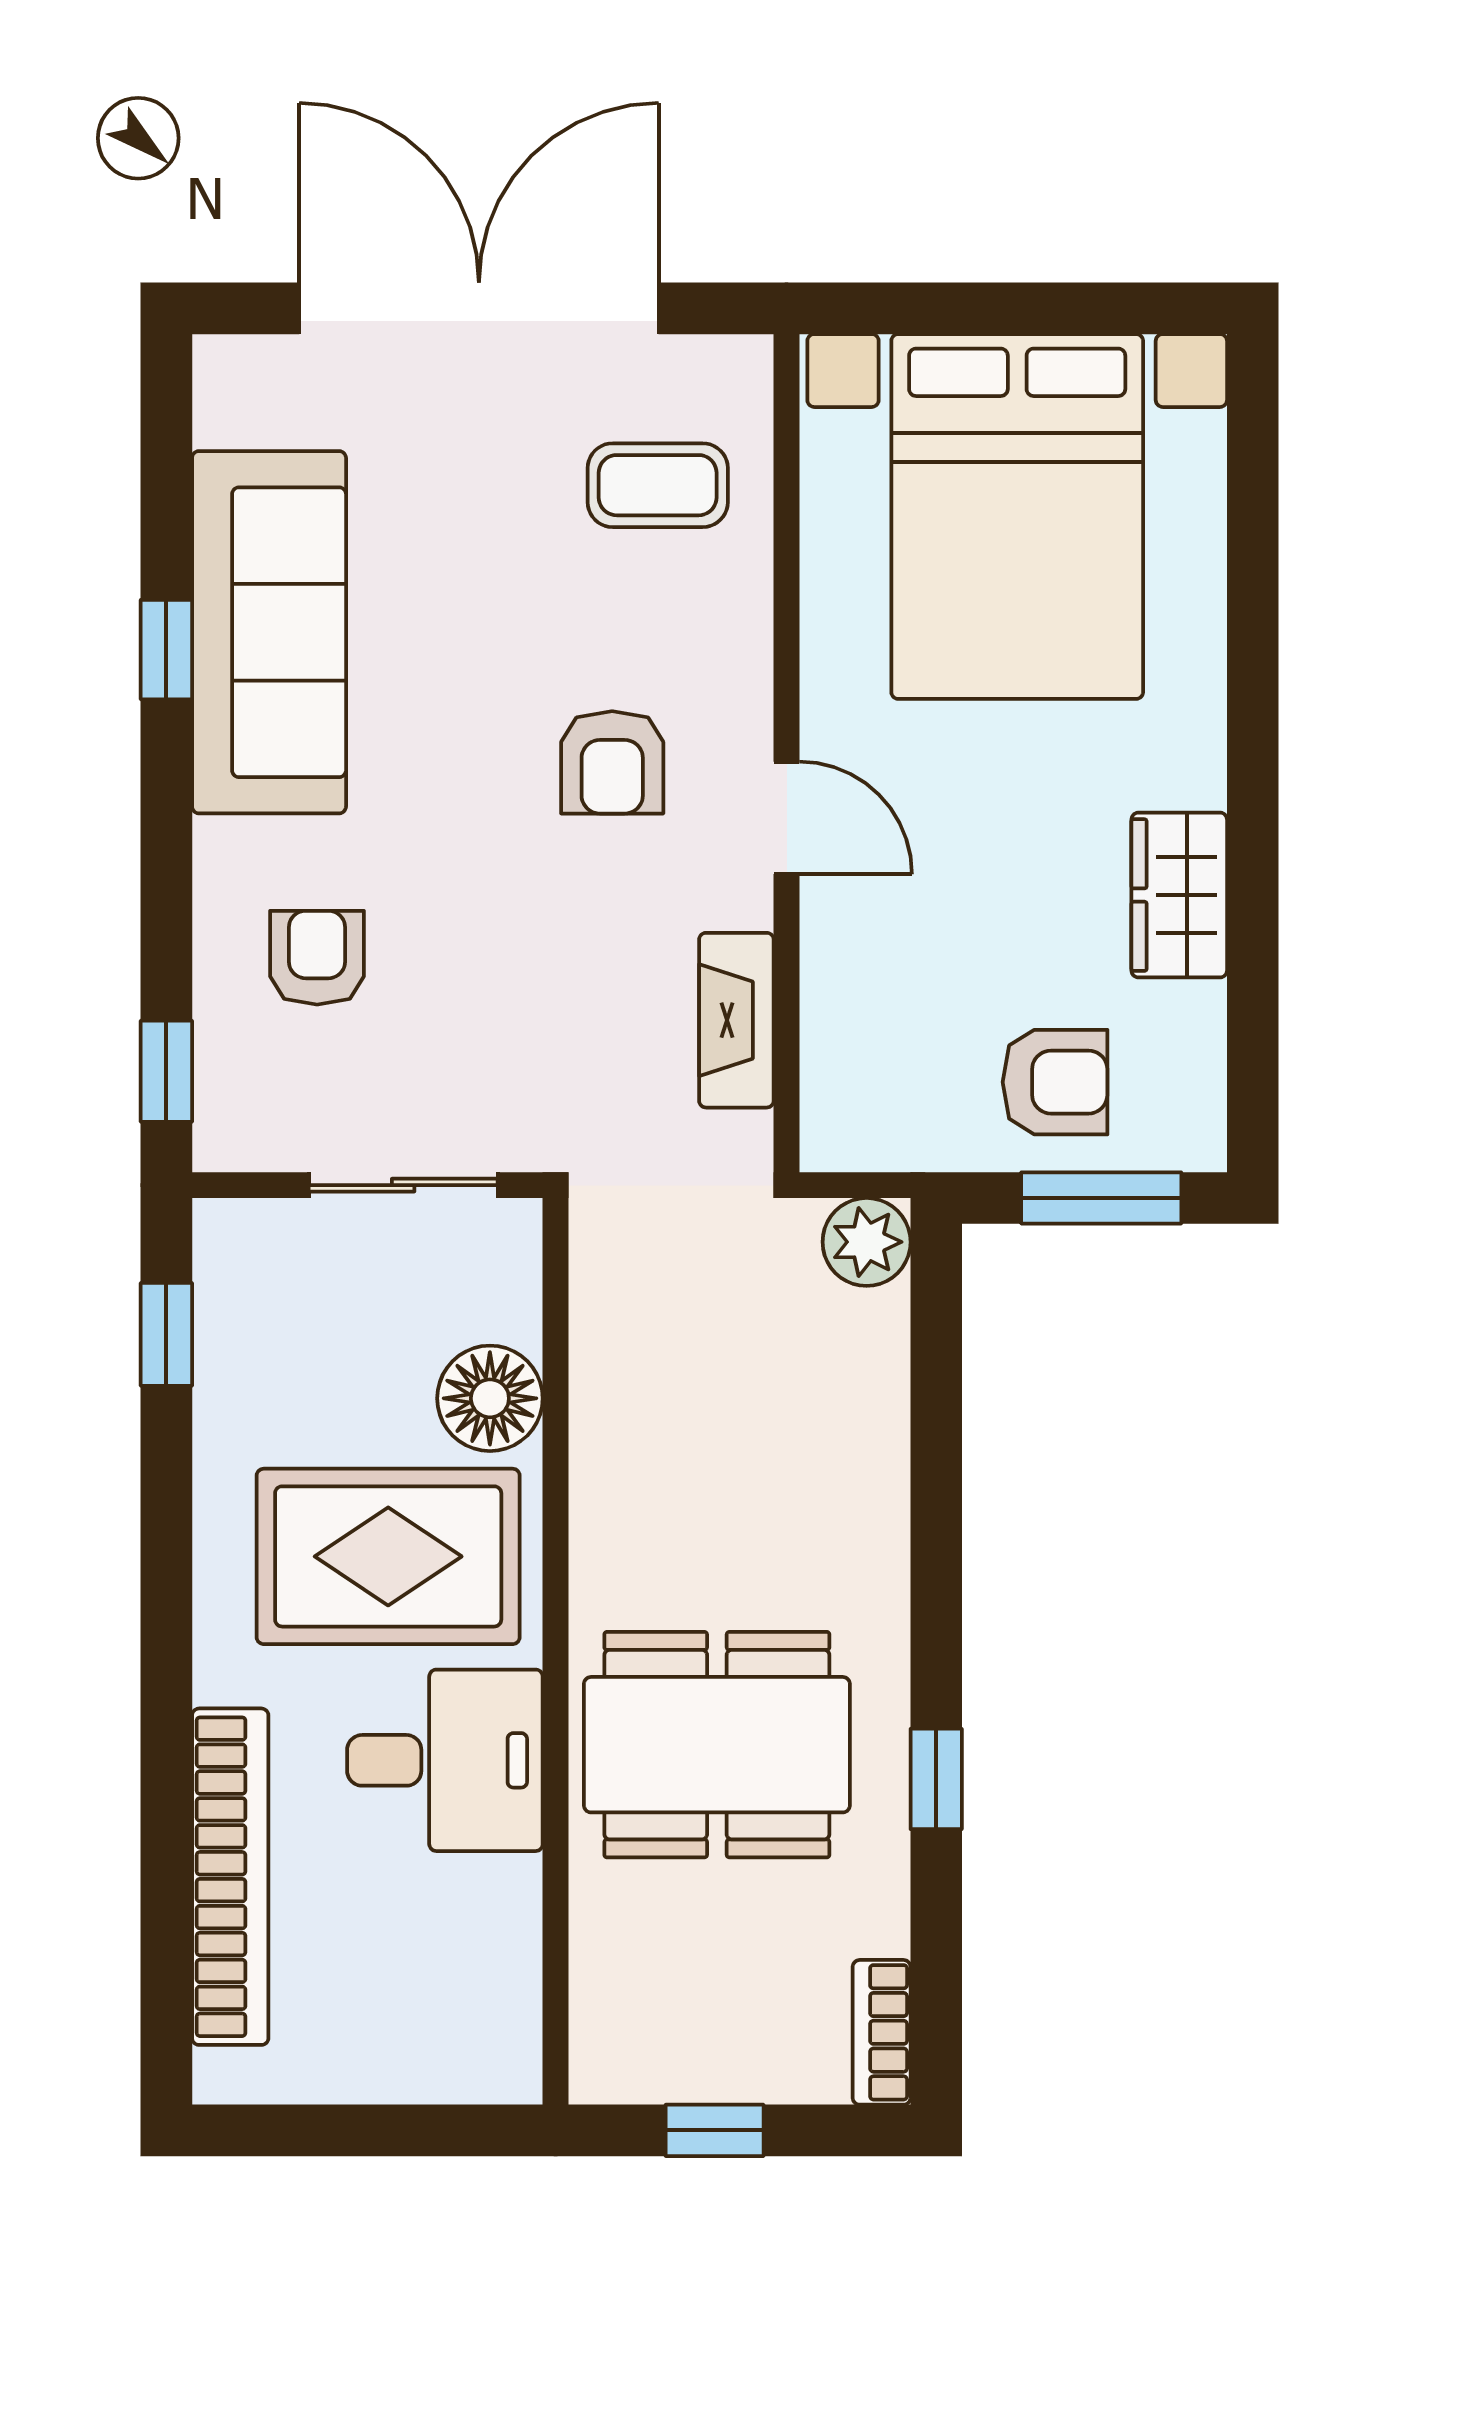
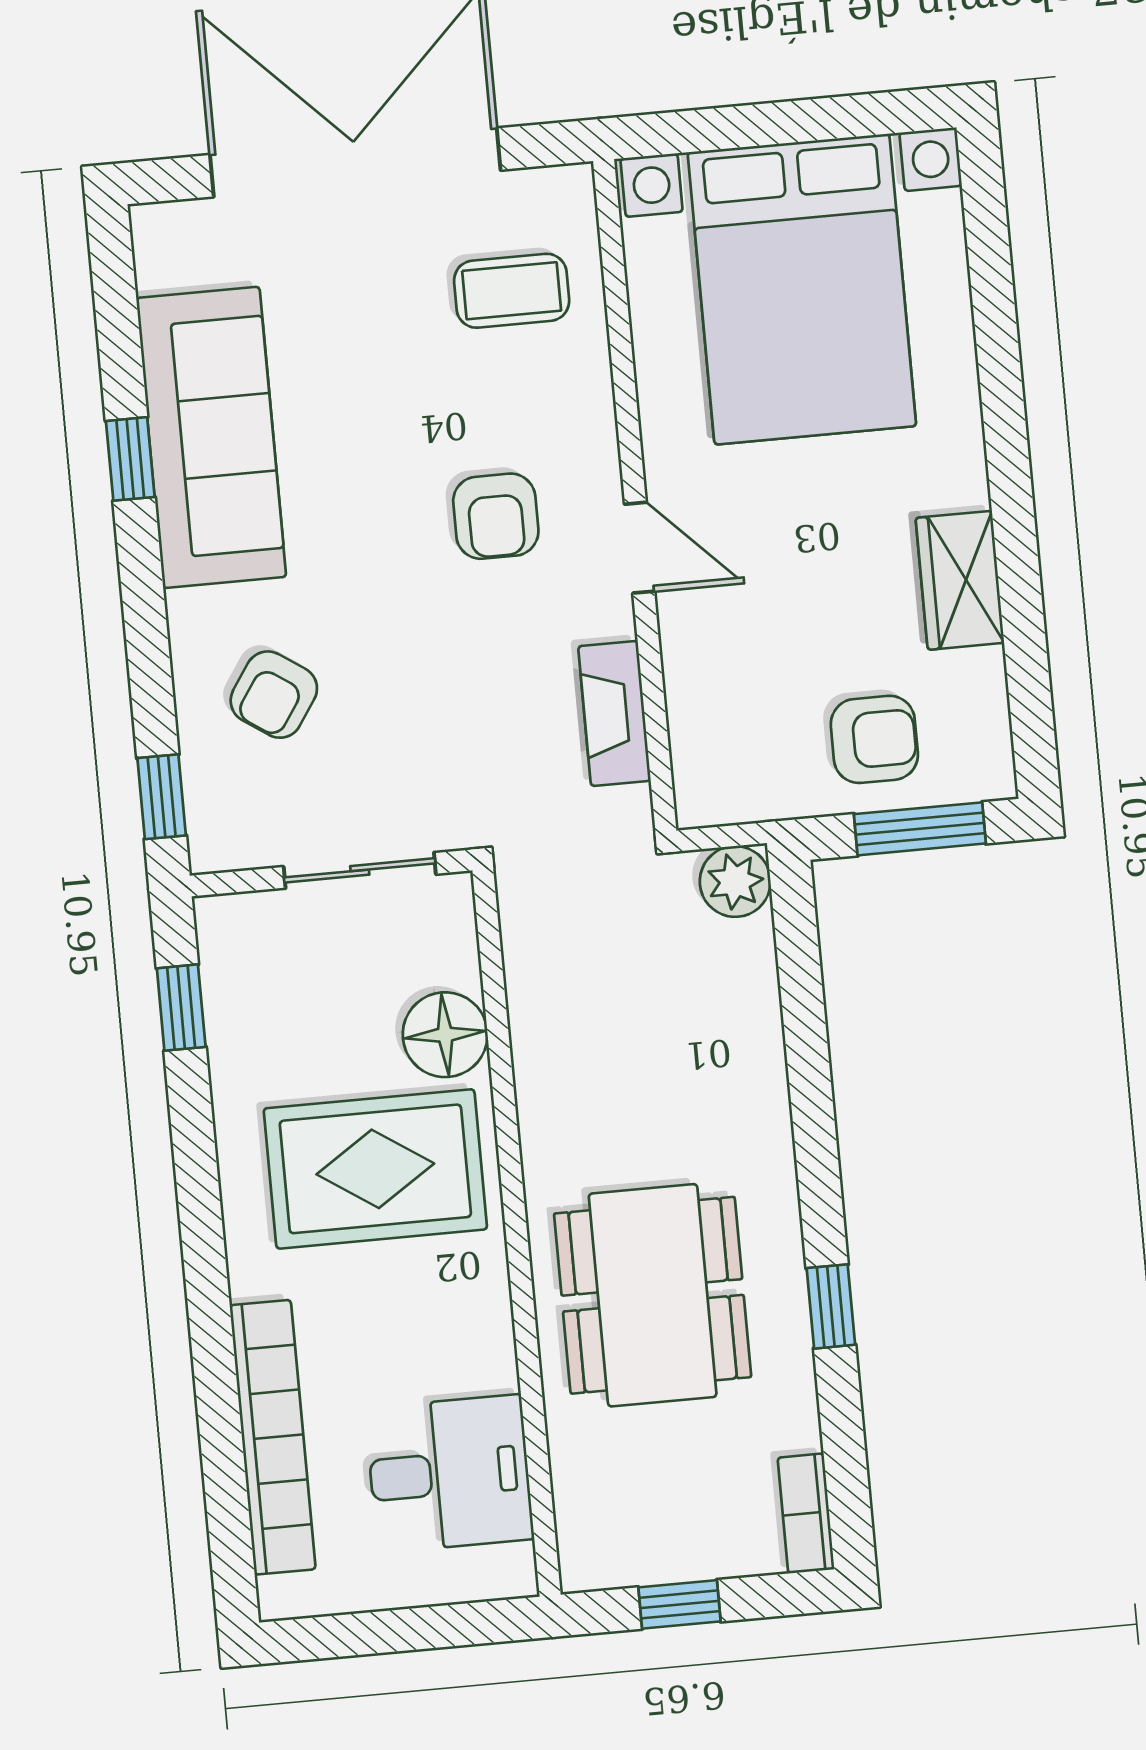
armchair: (317, 958) -> (274, 695), turned -146
dining table: (717, 1745) -> (653, 1295), turned 90
desk: (445, 1760) -> (449, 1474), moved

